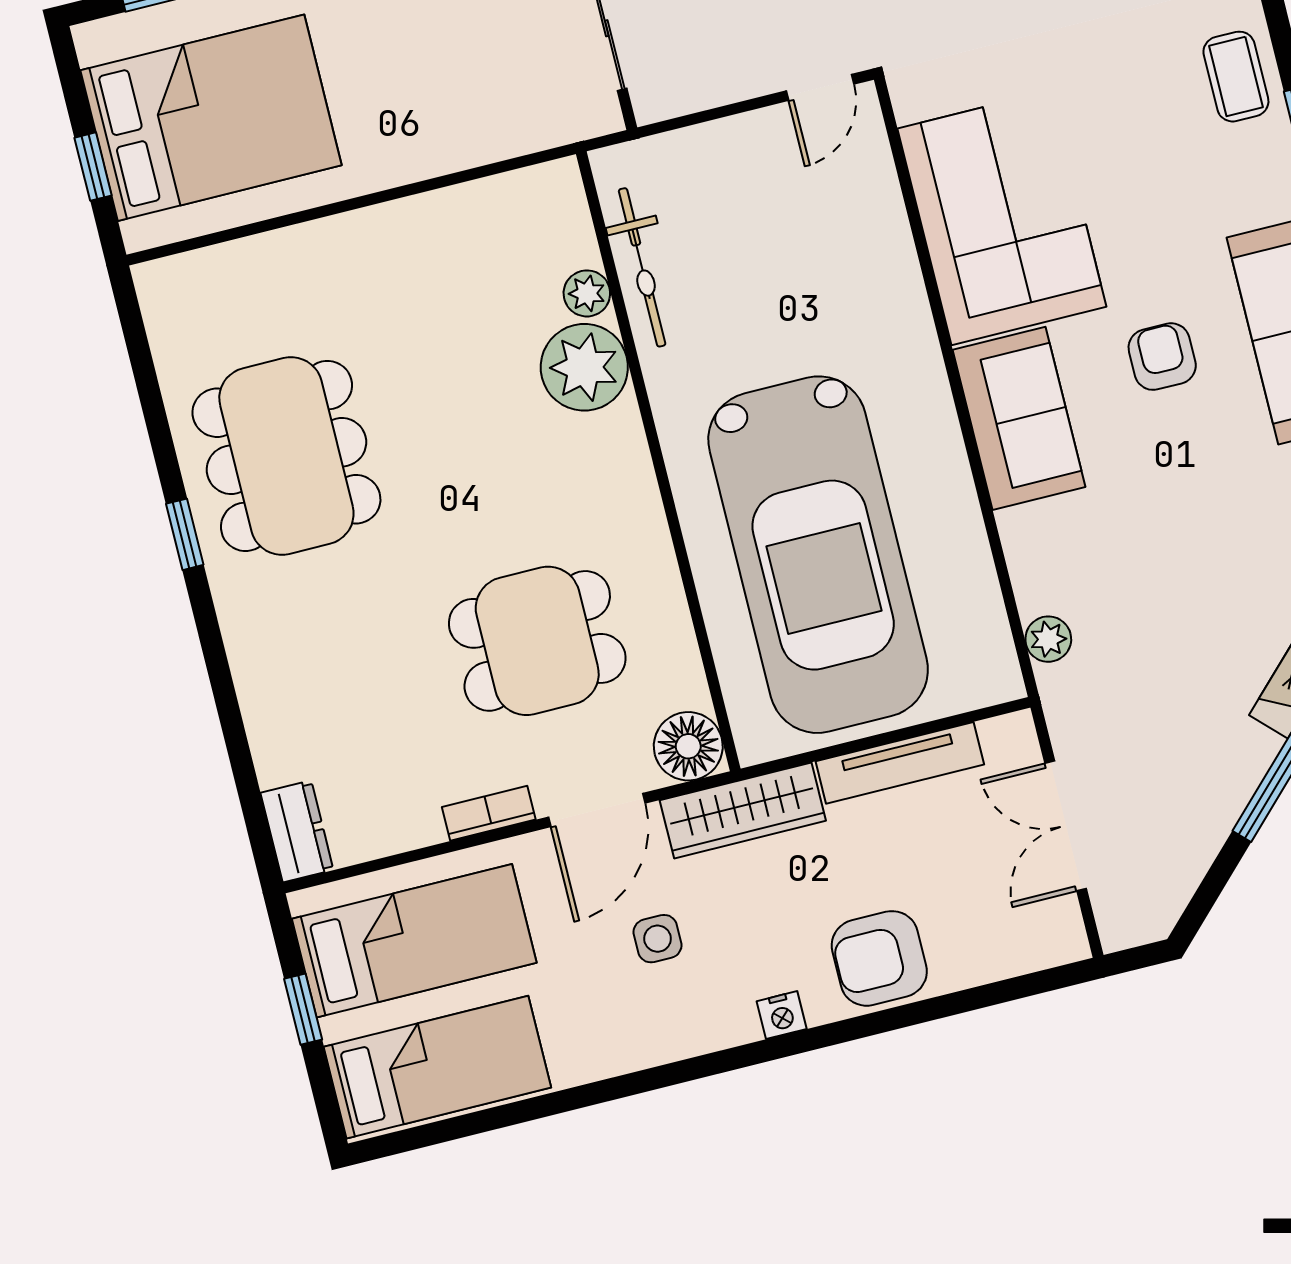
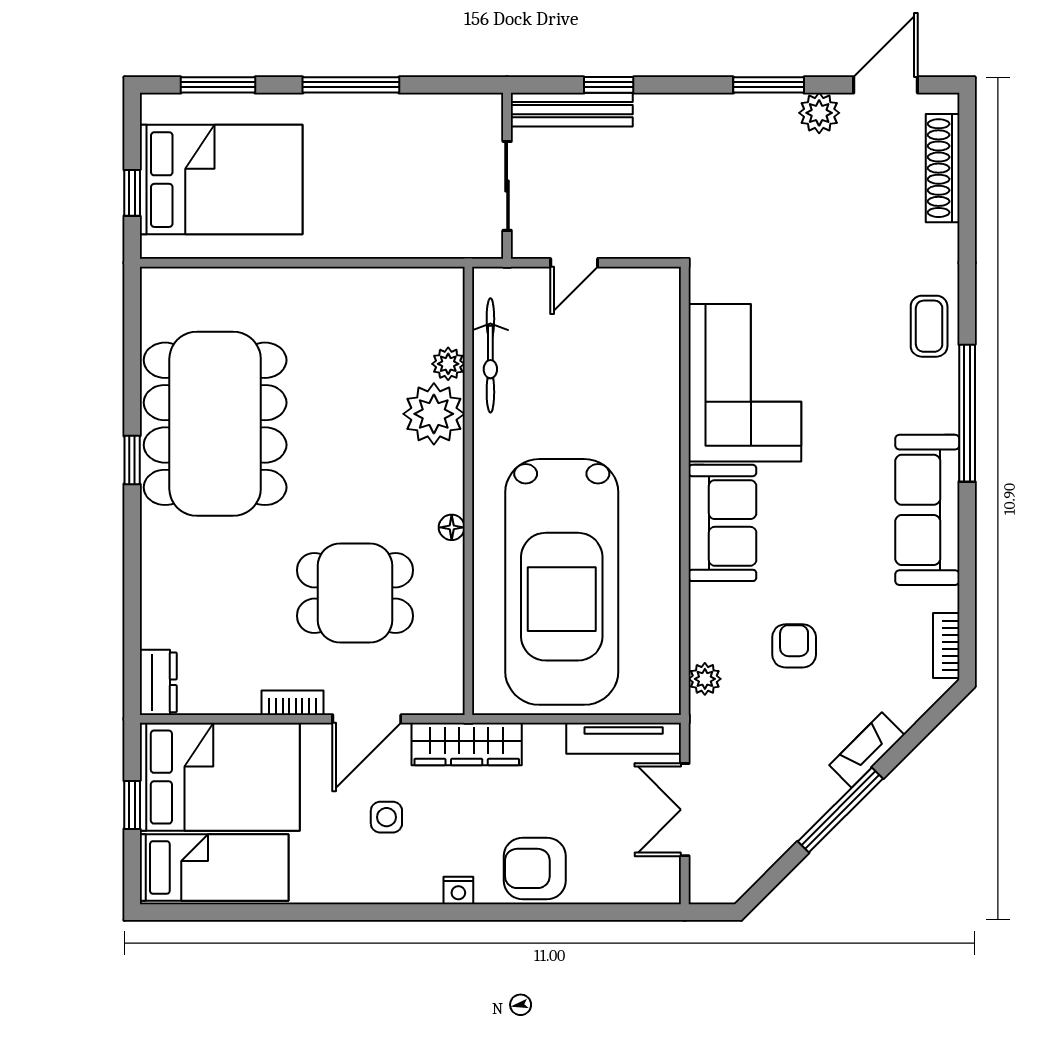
door: (820, 87) -> (574, 263), moved
armchair: (1162, 357) -> (794, 646), moved
dining table: (286, 456) -> (215, 424), width x1.36, depth x1.24
floor lamp: (688, 746) -> (452, 527), moved, width x0.53, depth x0.53
tv unit: (900, 763) -> (624, 738), moved
bed: (414, 941) -> (220, 777), width x1.50

